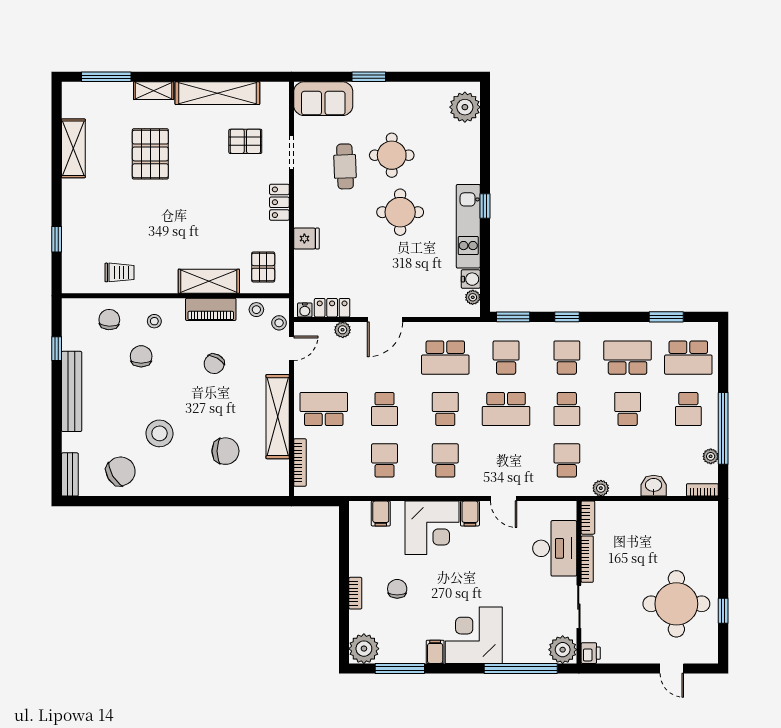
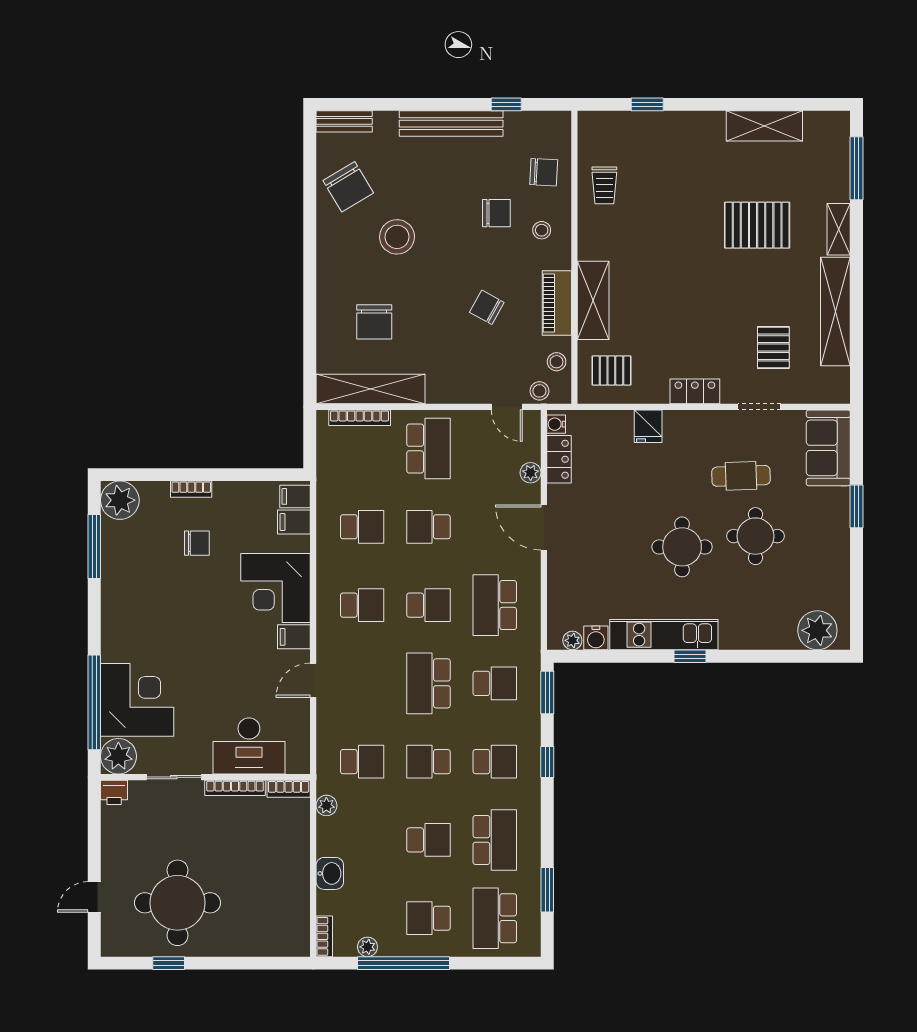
shelving: (278, 417) -> (371, 389), moved
corner desk: (474, 635) -> (137, 700), moved
filing cabinet: (435, 652) -> (295, 496), moved, turned 180

